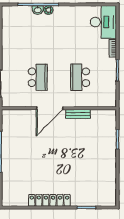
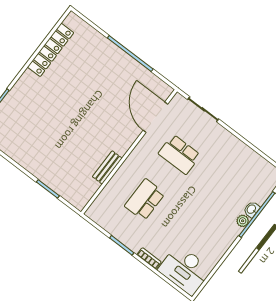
school desk: (80, 77) -> (145, 200), turned -90
door: (50, 108) -> (155, 117), moved
locker: (49, 200) -> (51, 50), moved

